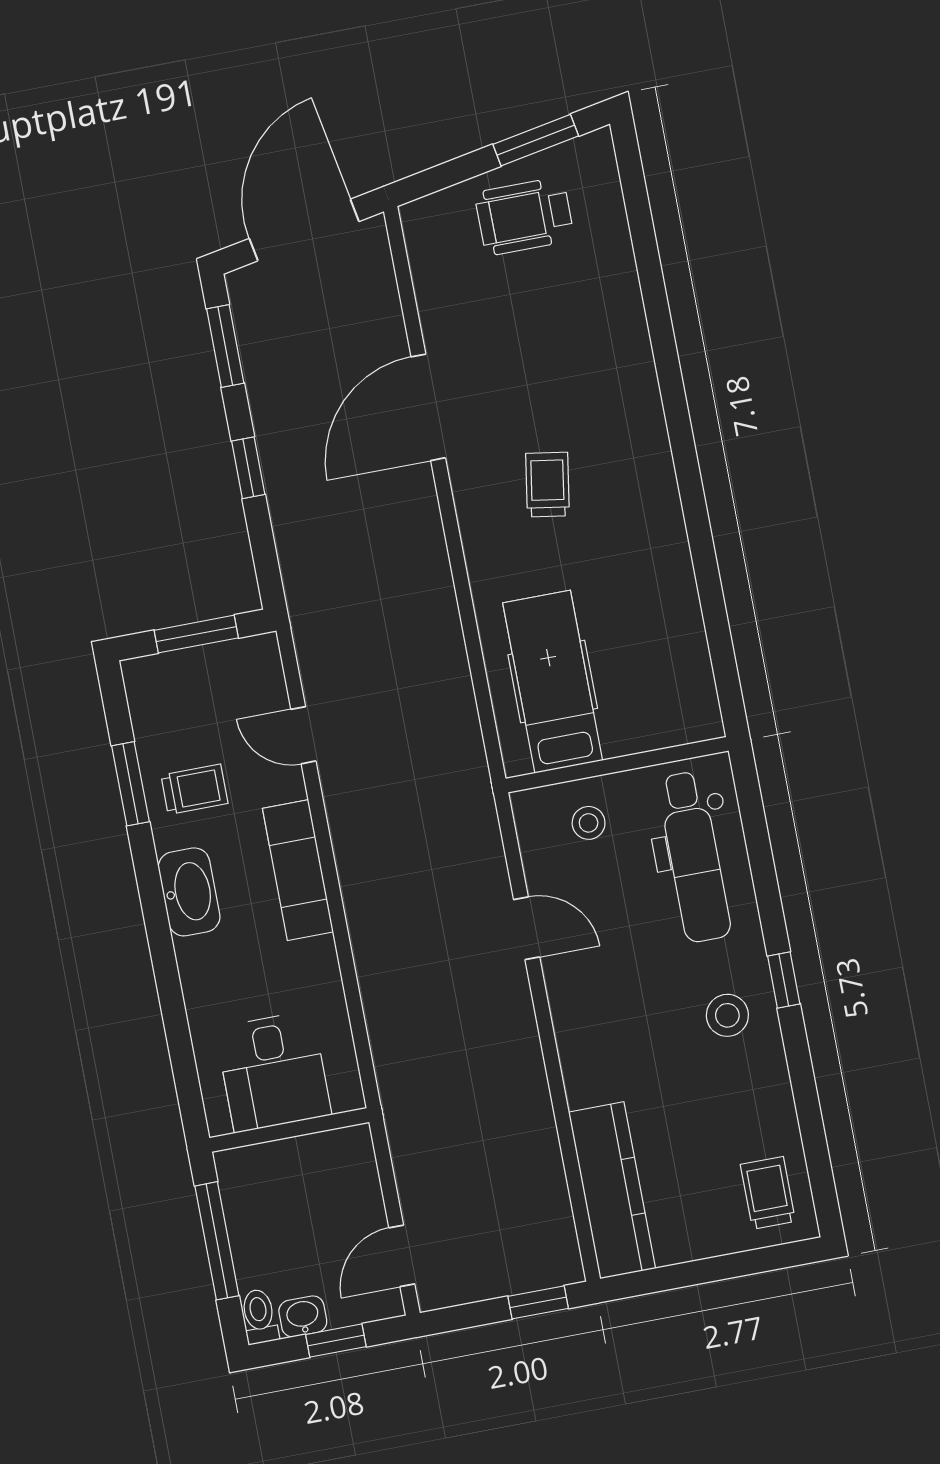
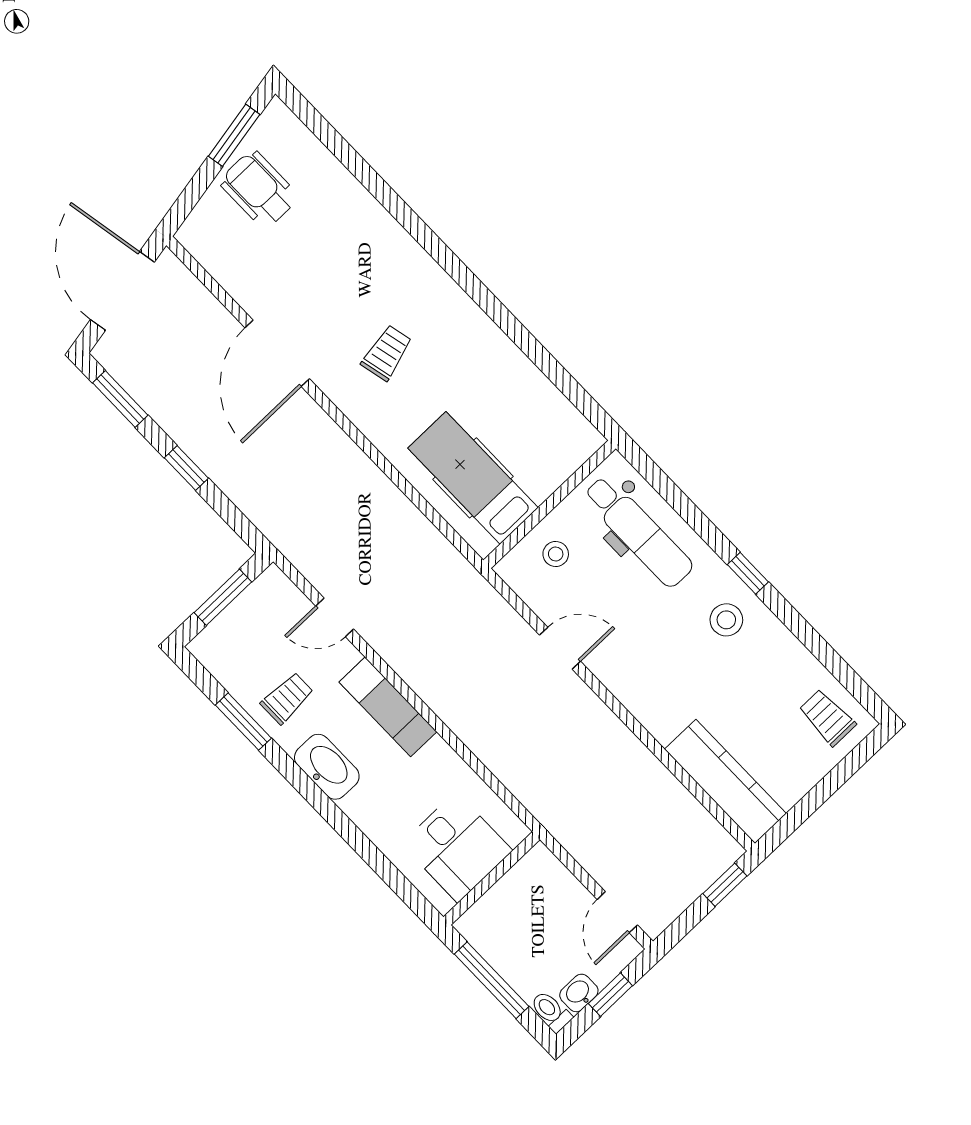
wheelchair: (524, 216) -> (259, 189), turned 90
trolley: (547, 485) -> (387, 353), turned 68

